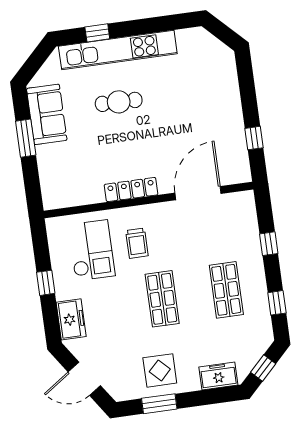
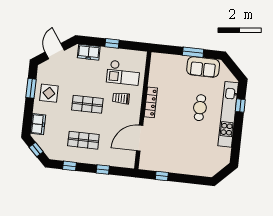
door: (198, 193) -> (140, 138), swing flipped

